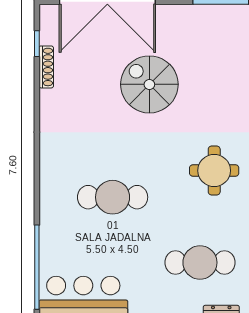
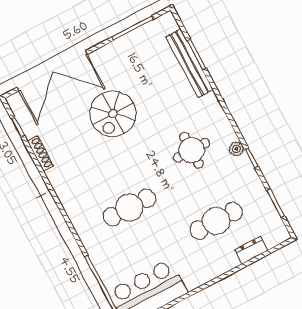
shoe rack: (46, 67) -> (40, 153), moved
spiral stairs: (149, 84) -> (113, 114), turned -90

